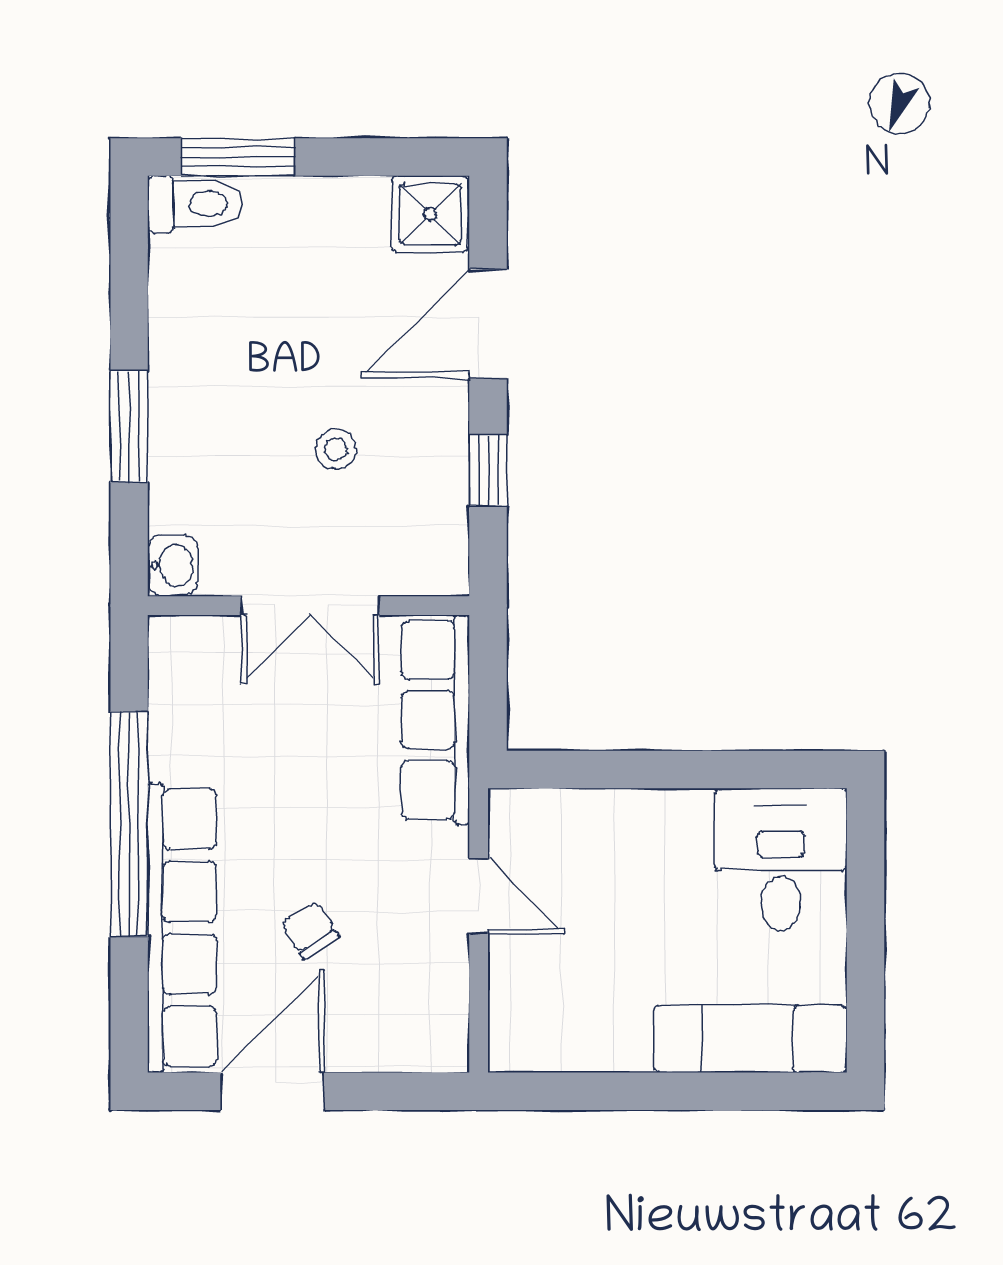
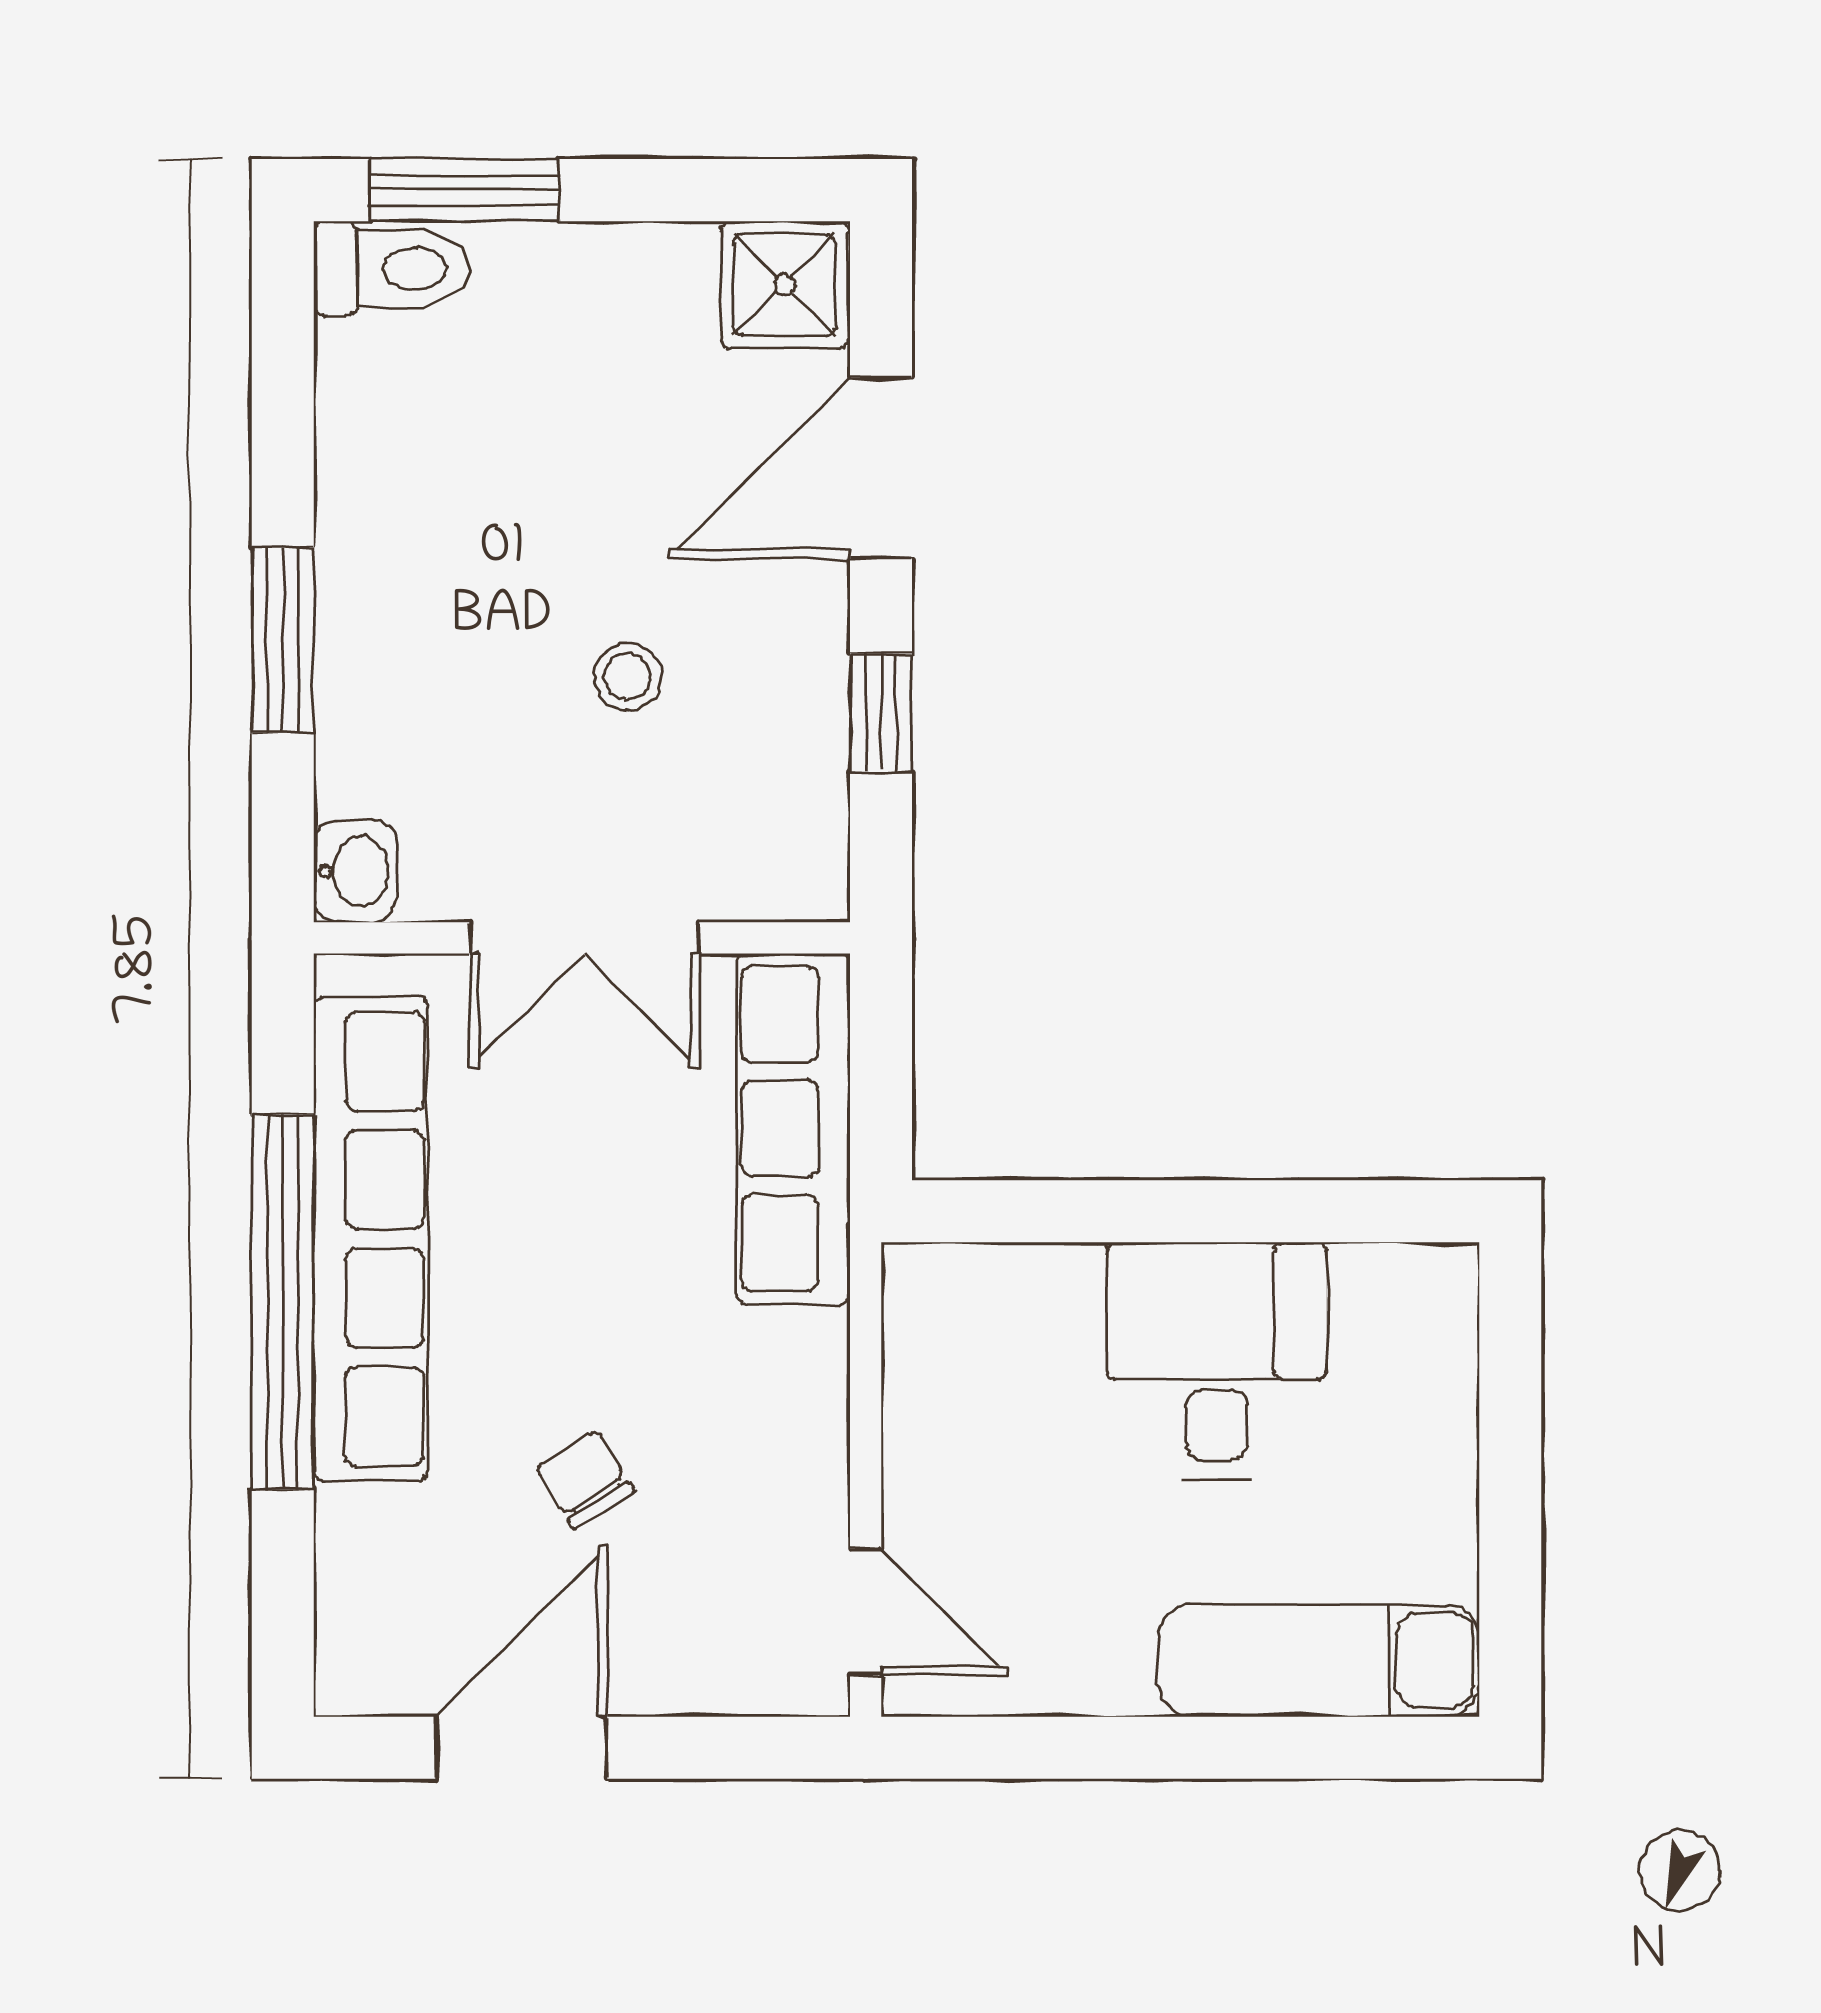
desk: (781, 859) -> (1216, 1361), moved
door: (479, 896) -> (866, 1612), moved
row of seats: (182, 928) -> (371, 1239), moved

